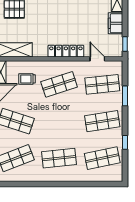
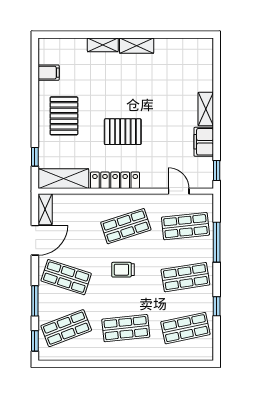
pallet: (57, 16) -> (123, 132), added
locker: (66, 51) -> (115, 180), moved
trolley: (27, 79) -> (123, 270), moved
window: (125, 96) -> (217, 242), width x1.44

